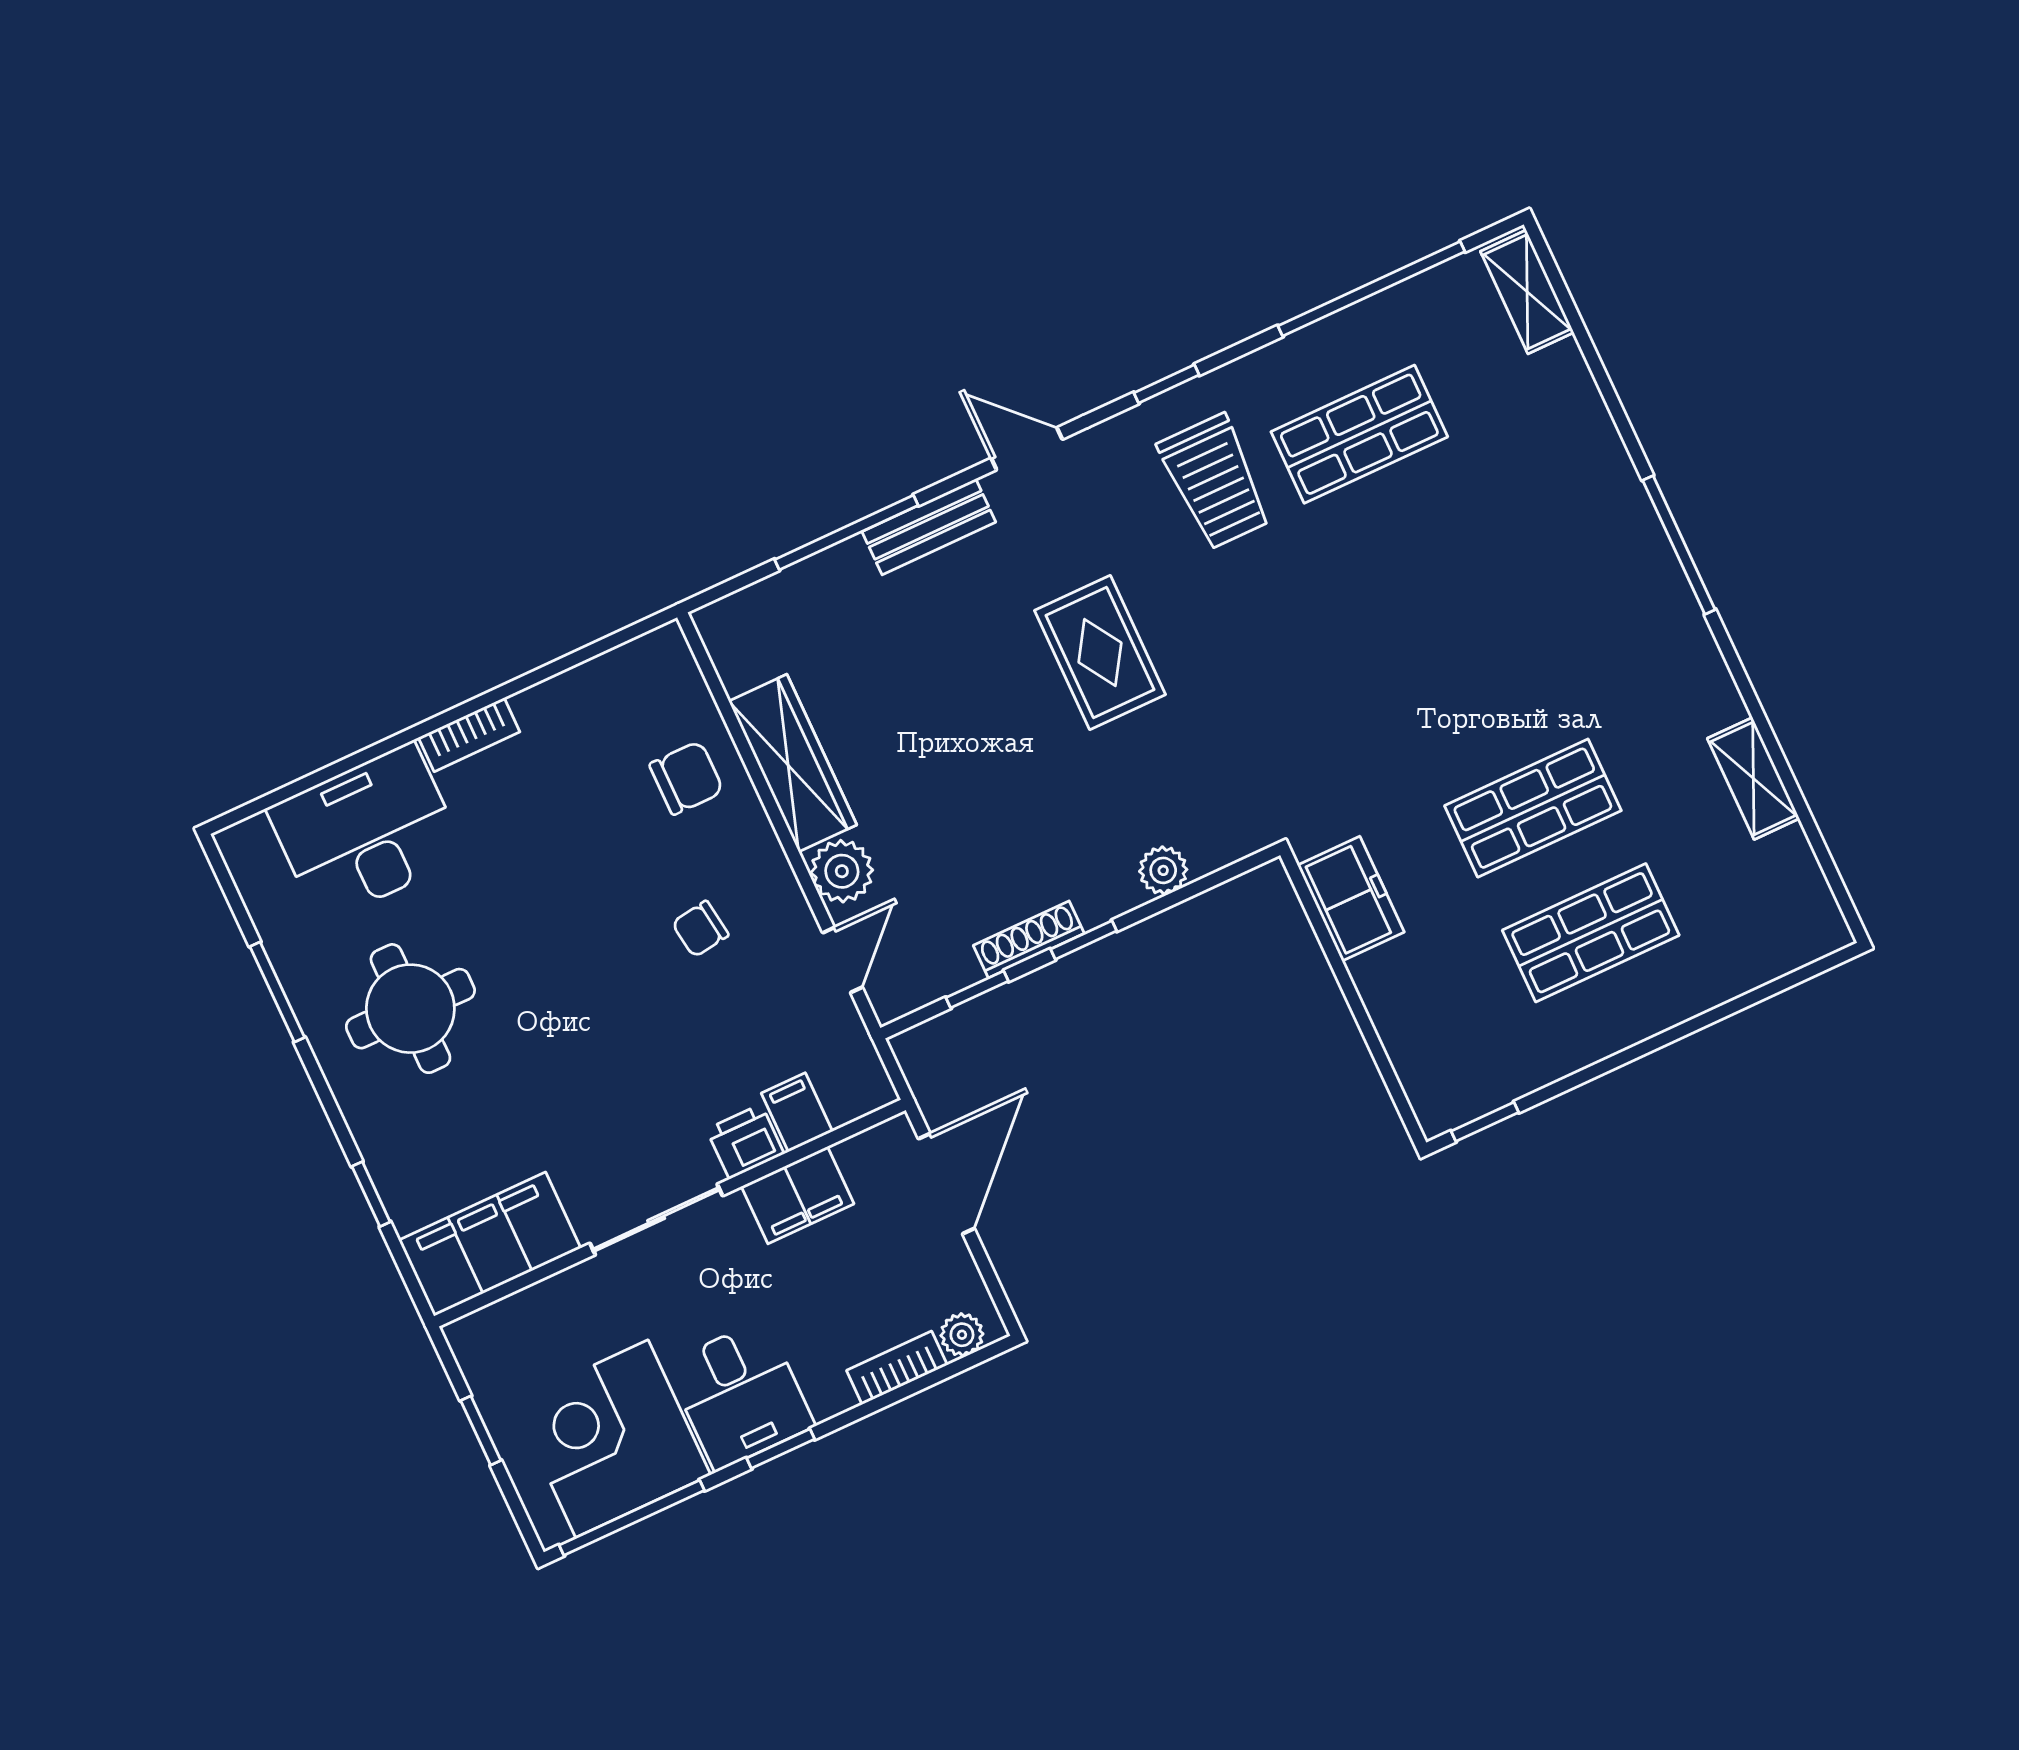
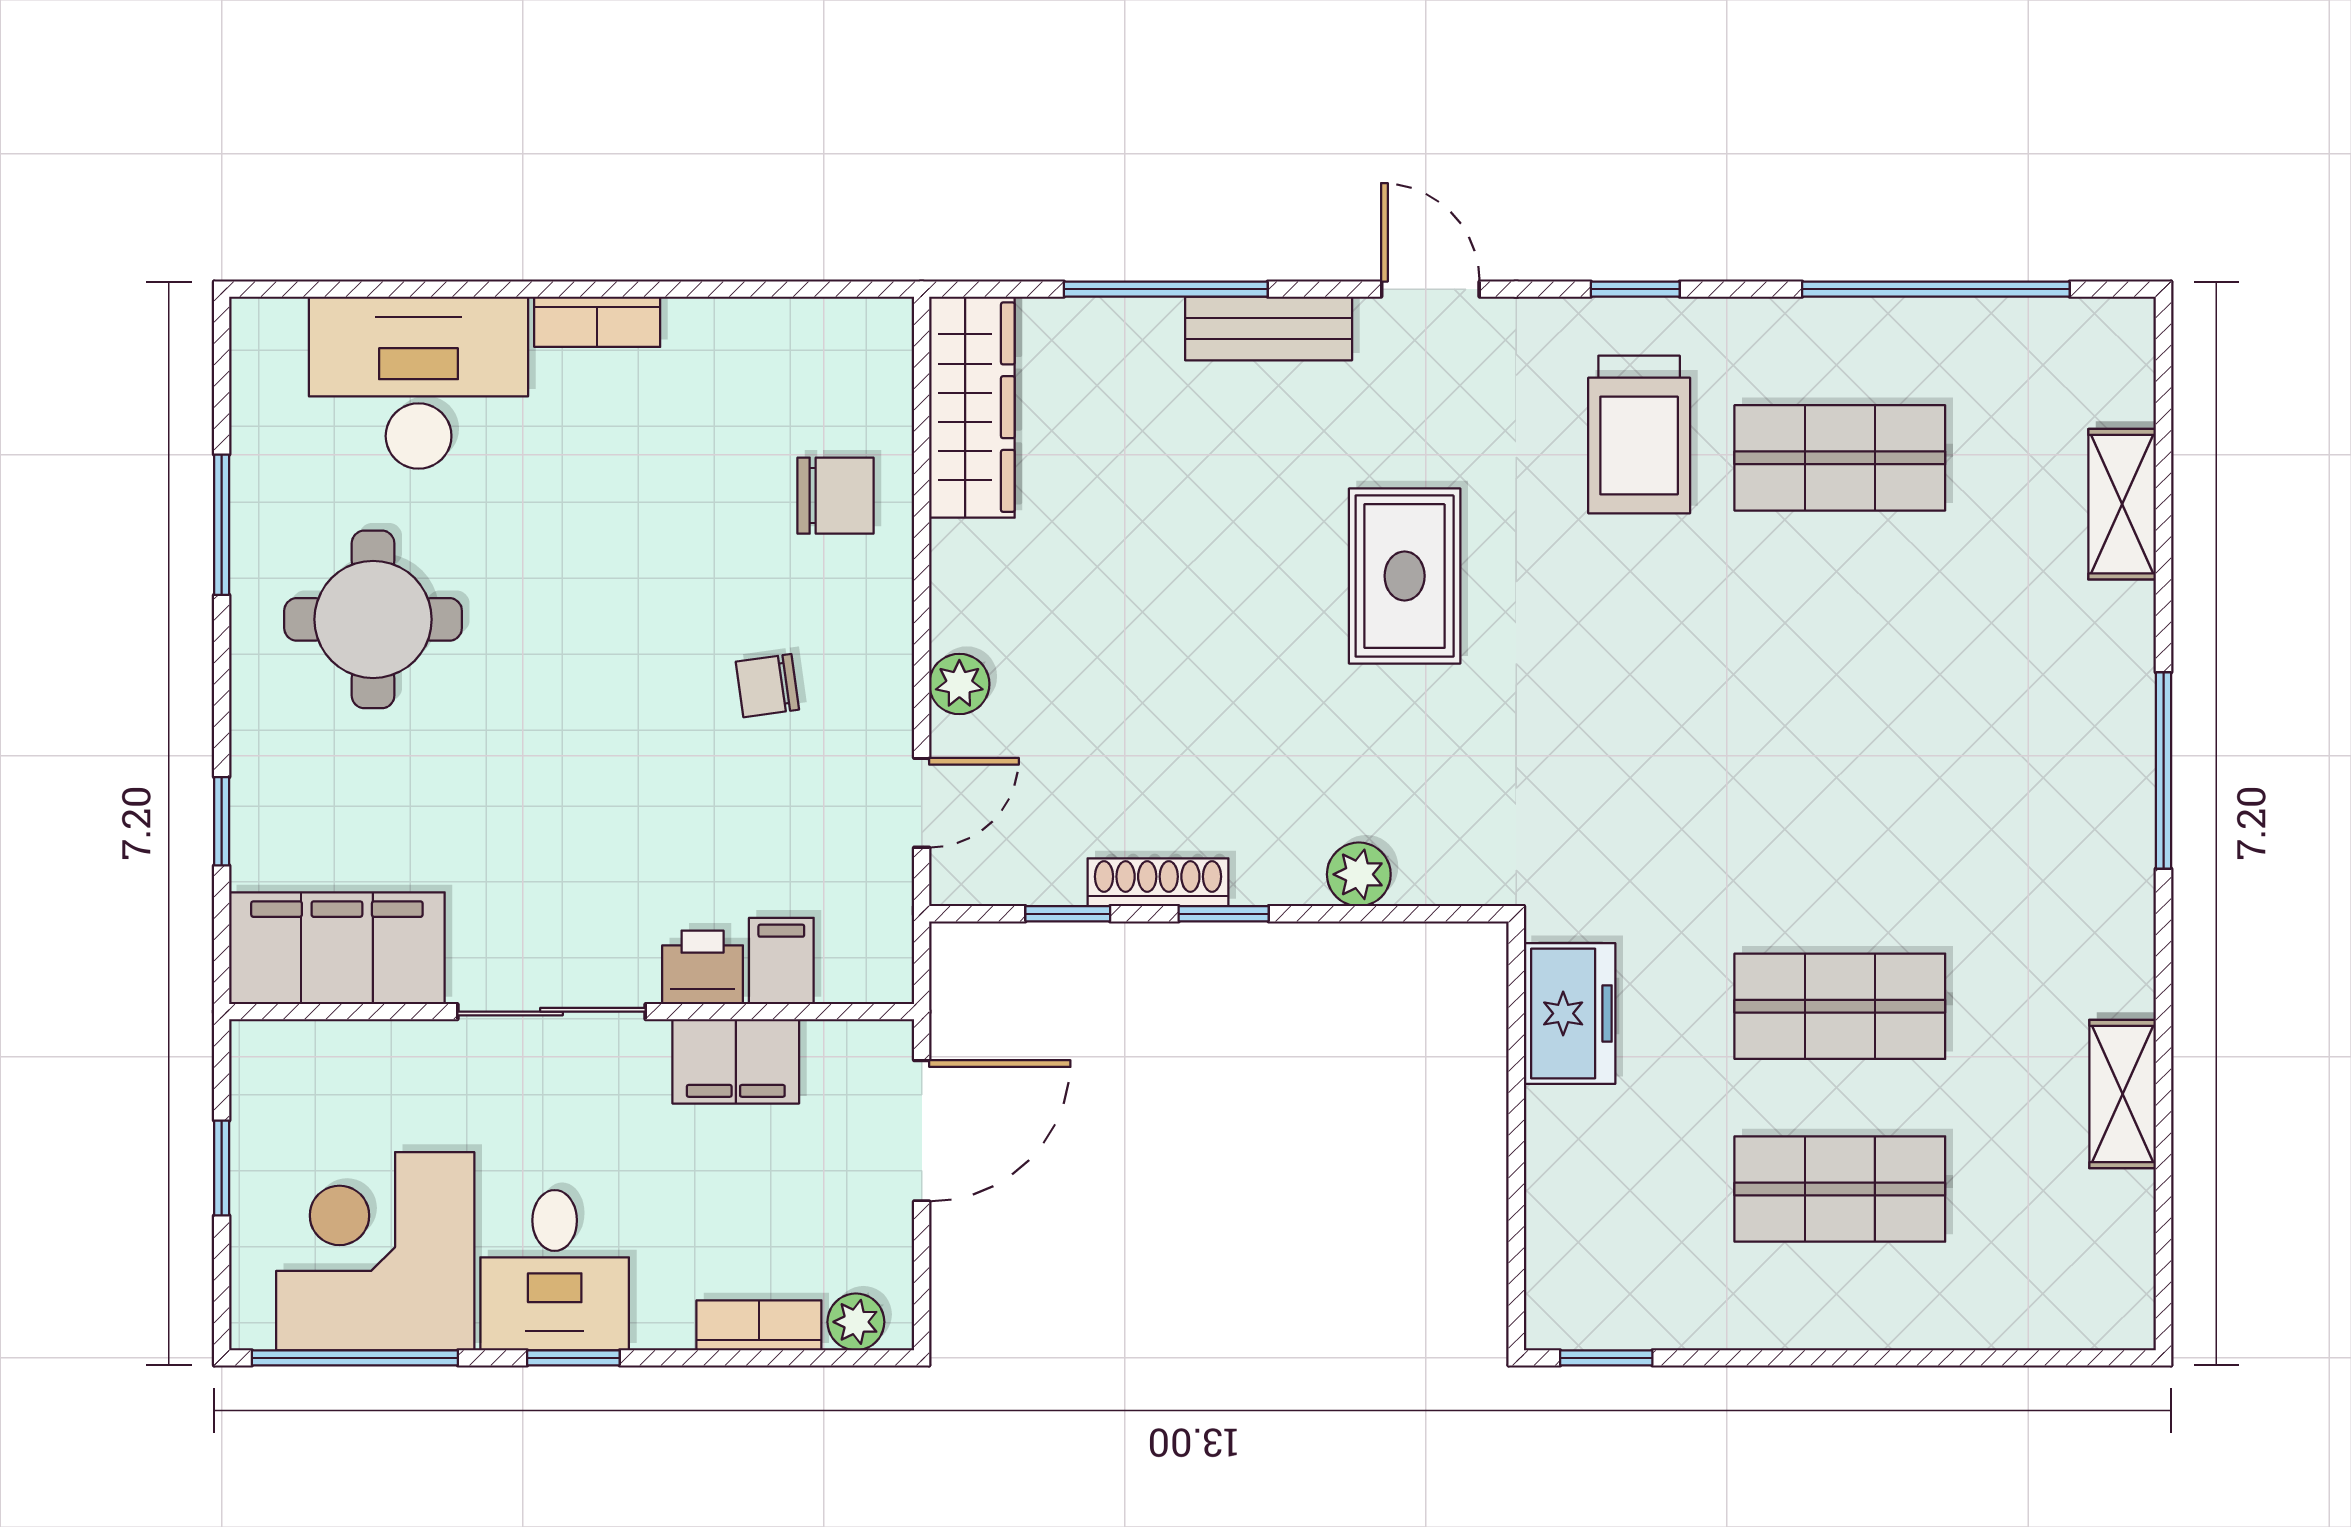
shelving: (1527, 292) -> (2122, 504), moved
wardrobe: (793, 763) -> (972, 407), moved
plant: (842, 871) -> (959, 684), width x0.73, depth x0.73

